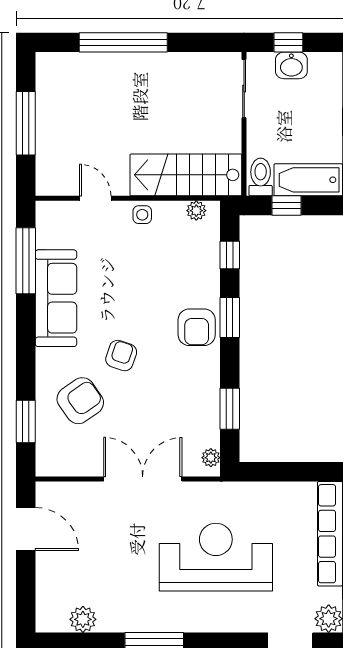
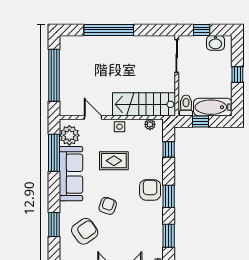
washbasin: (291, 65) -> (215, 43), moved
window: (26, 123) -> (54, 75), width x1.46
plant: (53, 230) -> (69, 135), added
rug: (132, 275) -> (114, 161), added
window: (230, 318) -> (169, 196), moved
armchair: (197, 327) -> (150, 190), turned 180
window: (26, 421) -> (54, 225), moved

